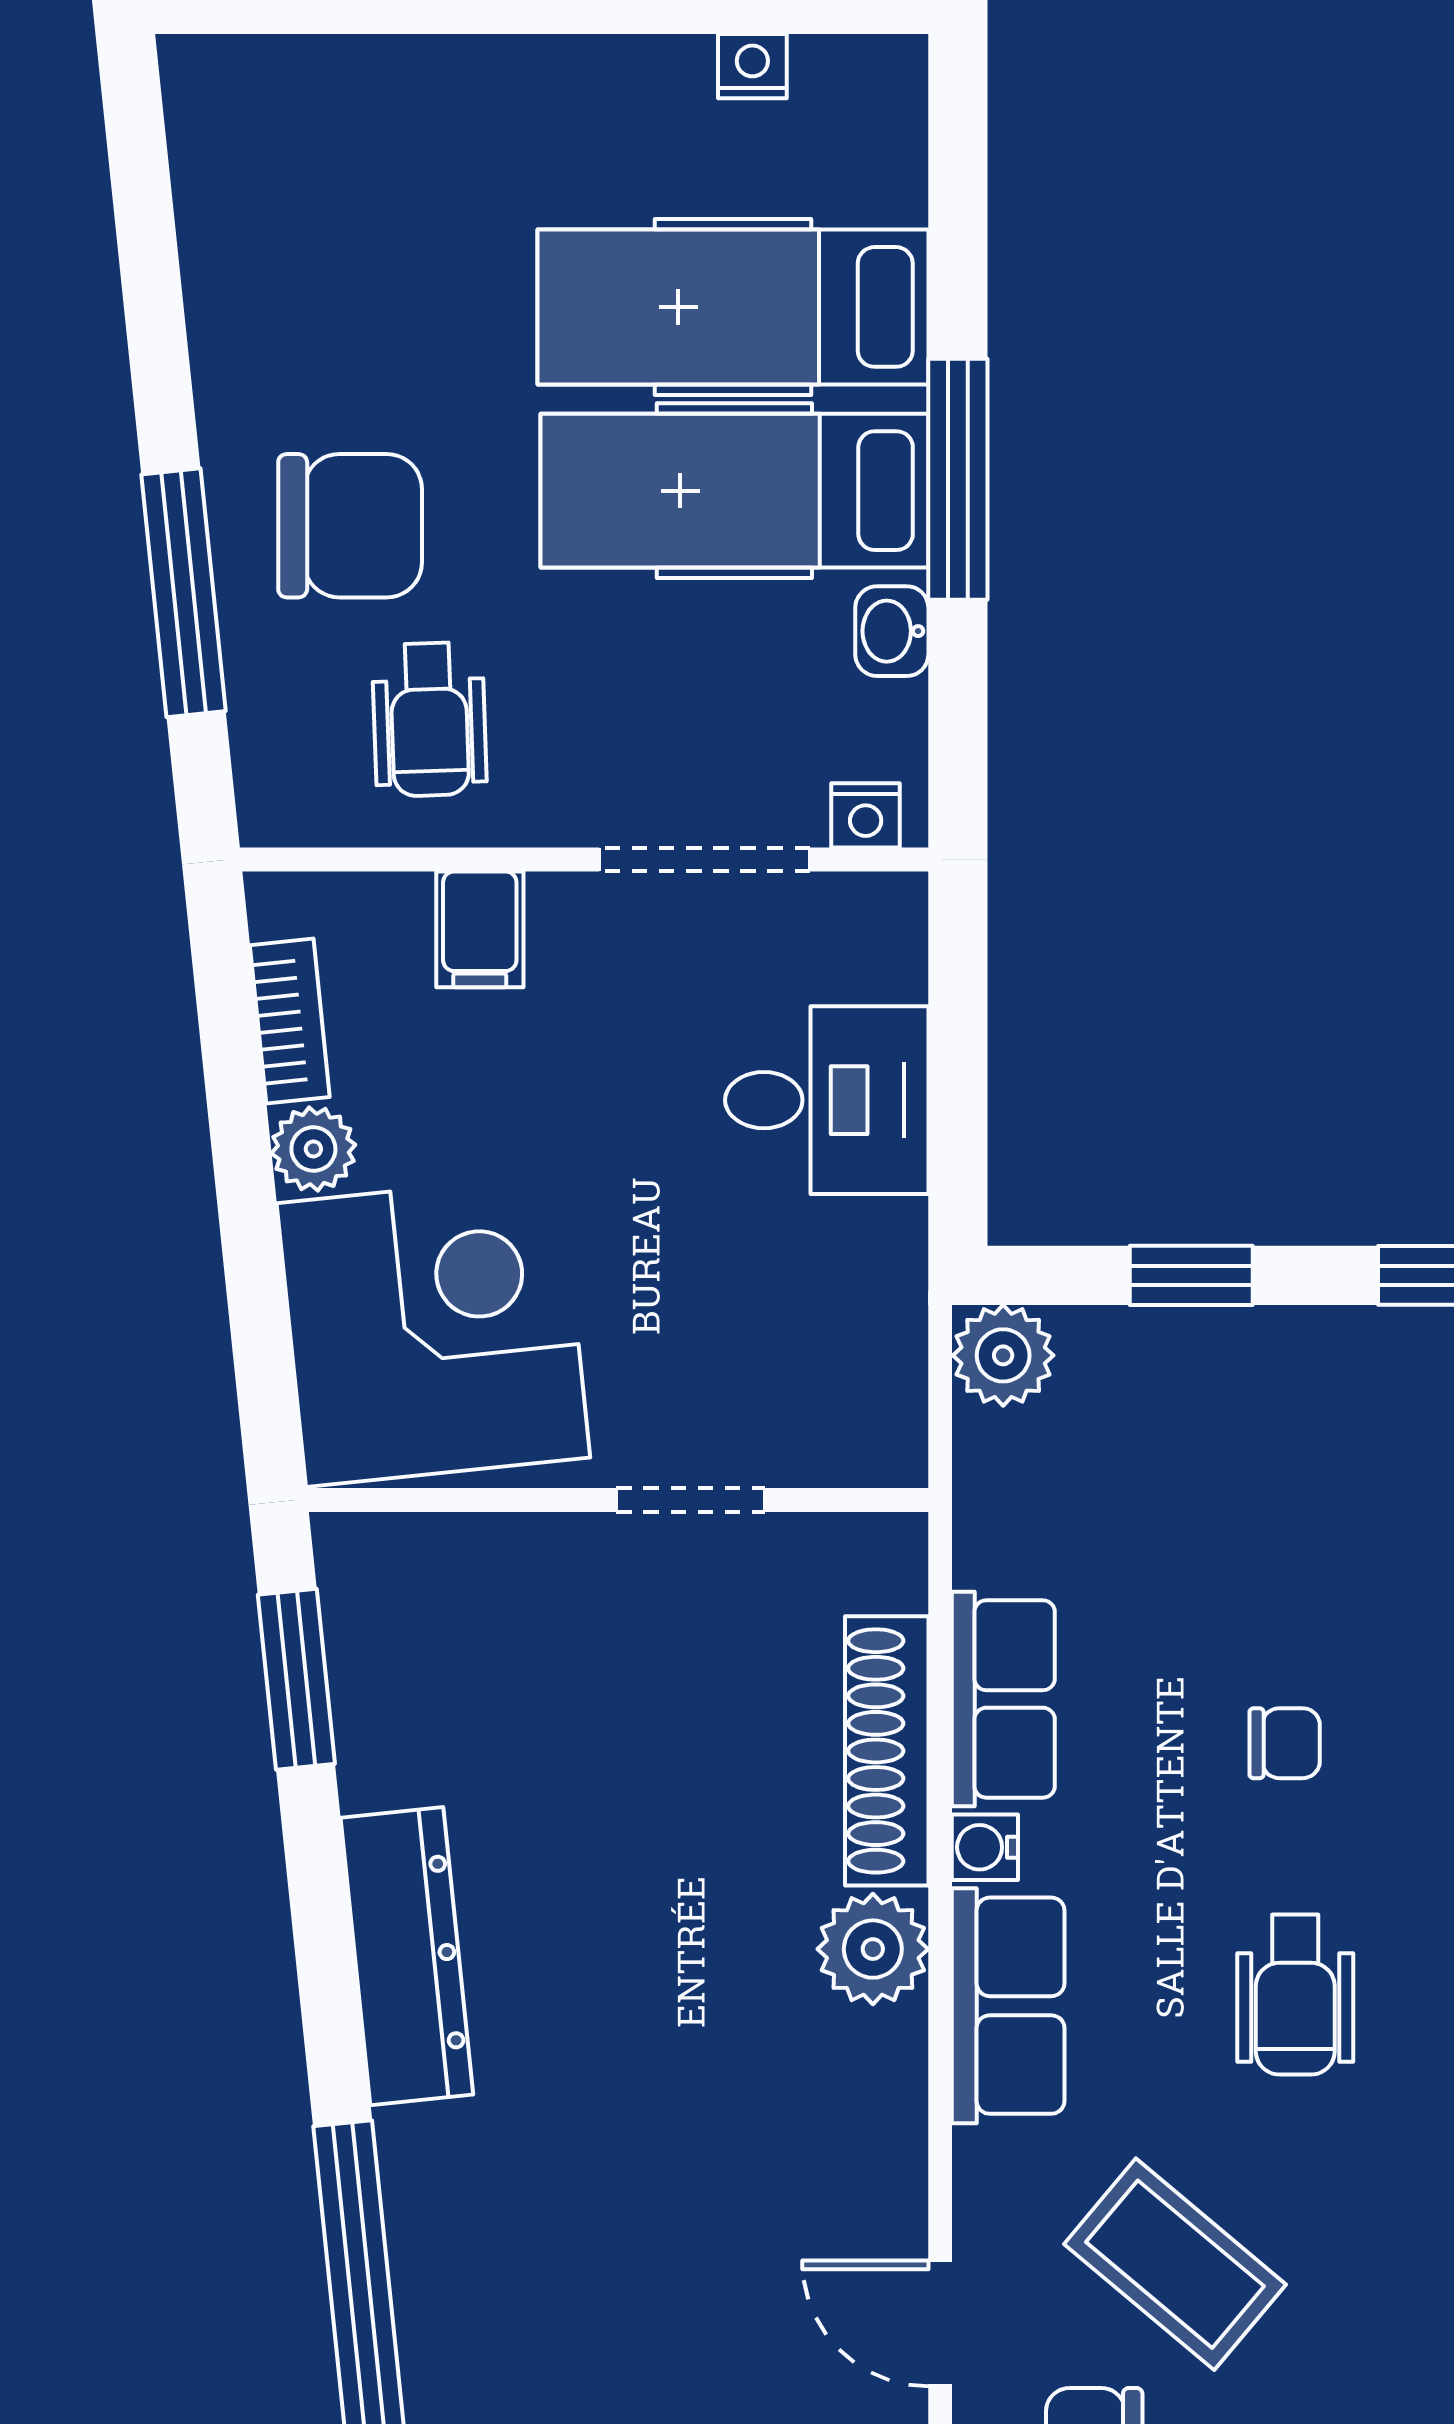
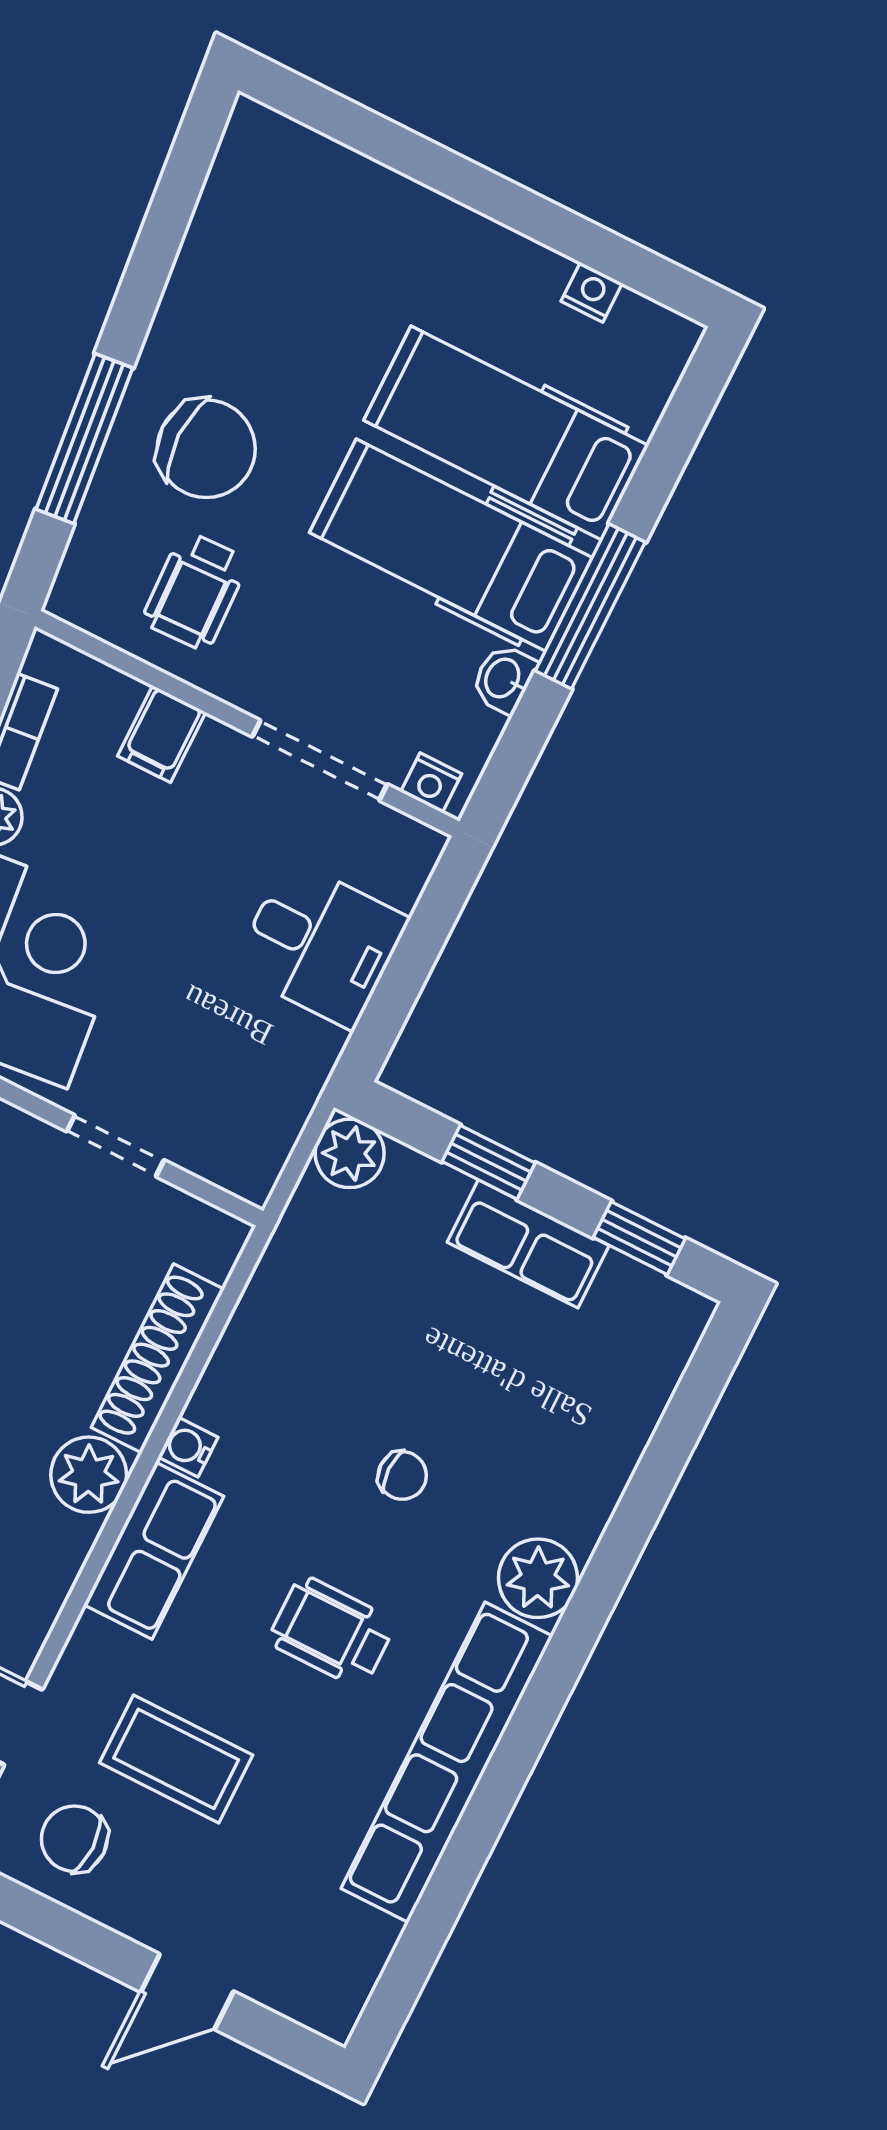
row of seats: (1003, 1699) -> (528, 1244), moved, turned 90
wheelchair: (1295, 1995) -> (332, 1632), turned 90
coffee table: (1175, 2264) -> (176, 1759), turned -40

